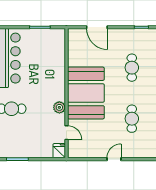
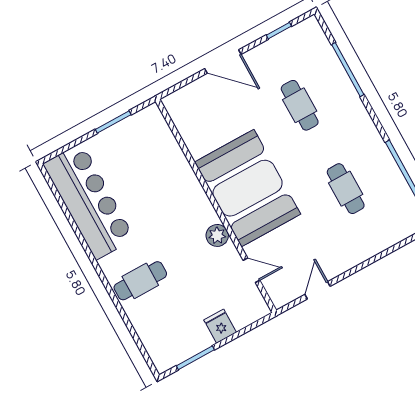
door: (97, 27) -> (223, 62), moved
fridge: (59, 151) -> (220, 326), moved
door: (114, 159) -> (318, 290), moved

